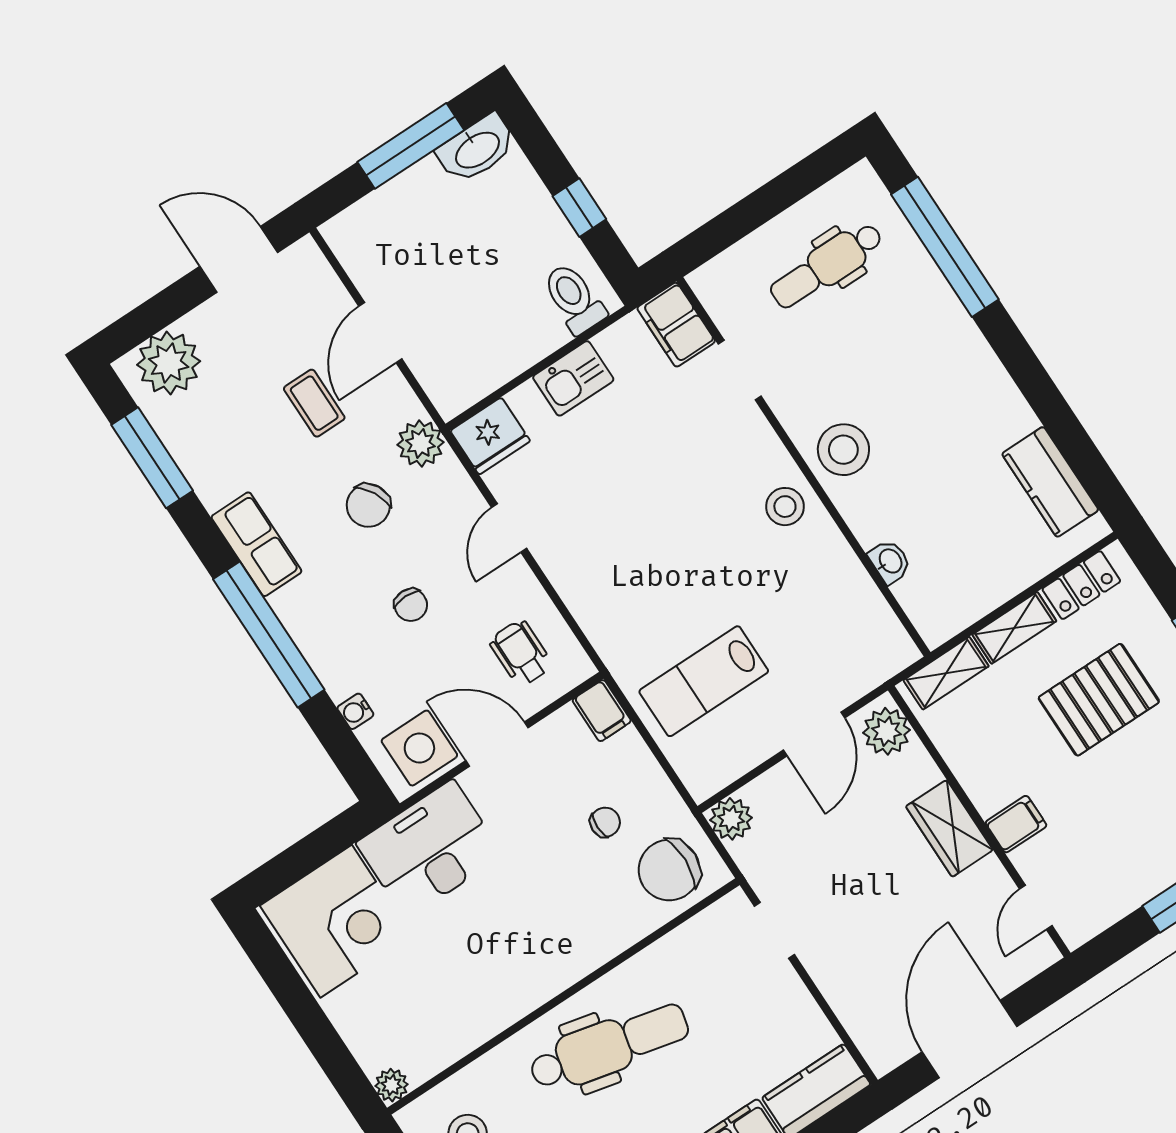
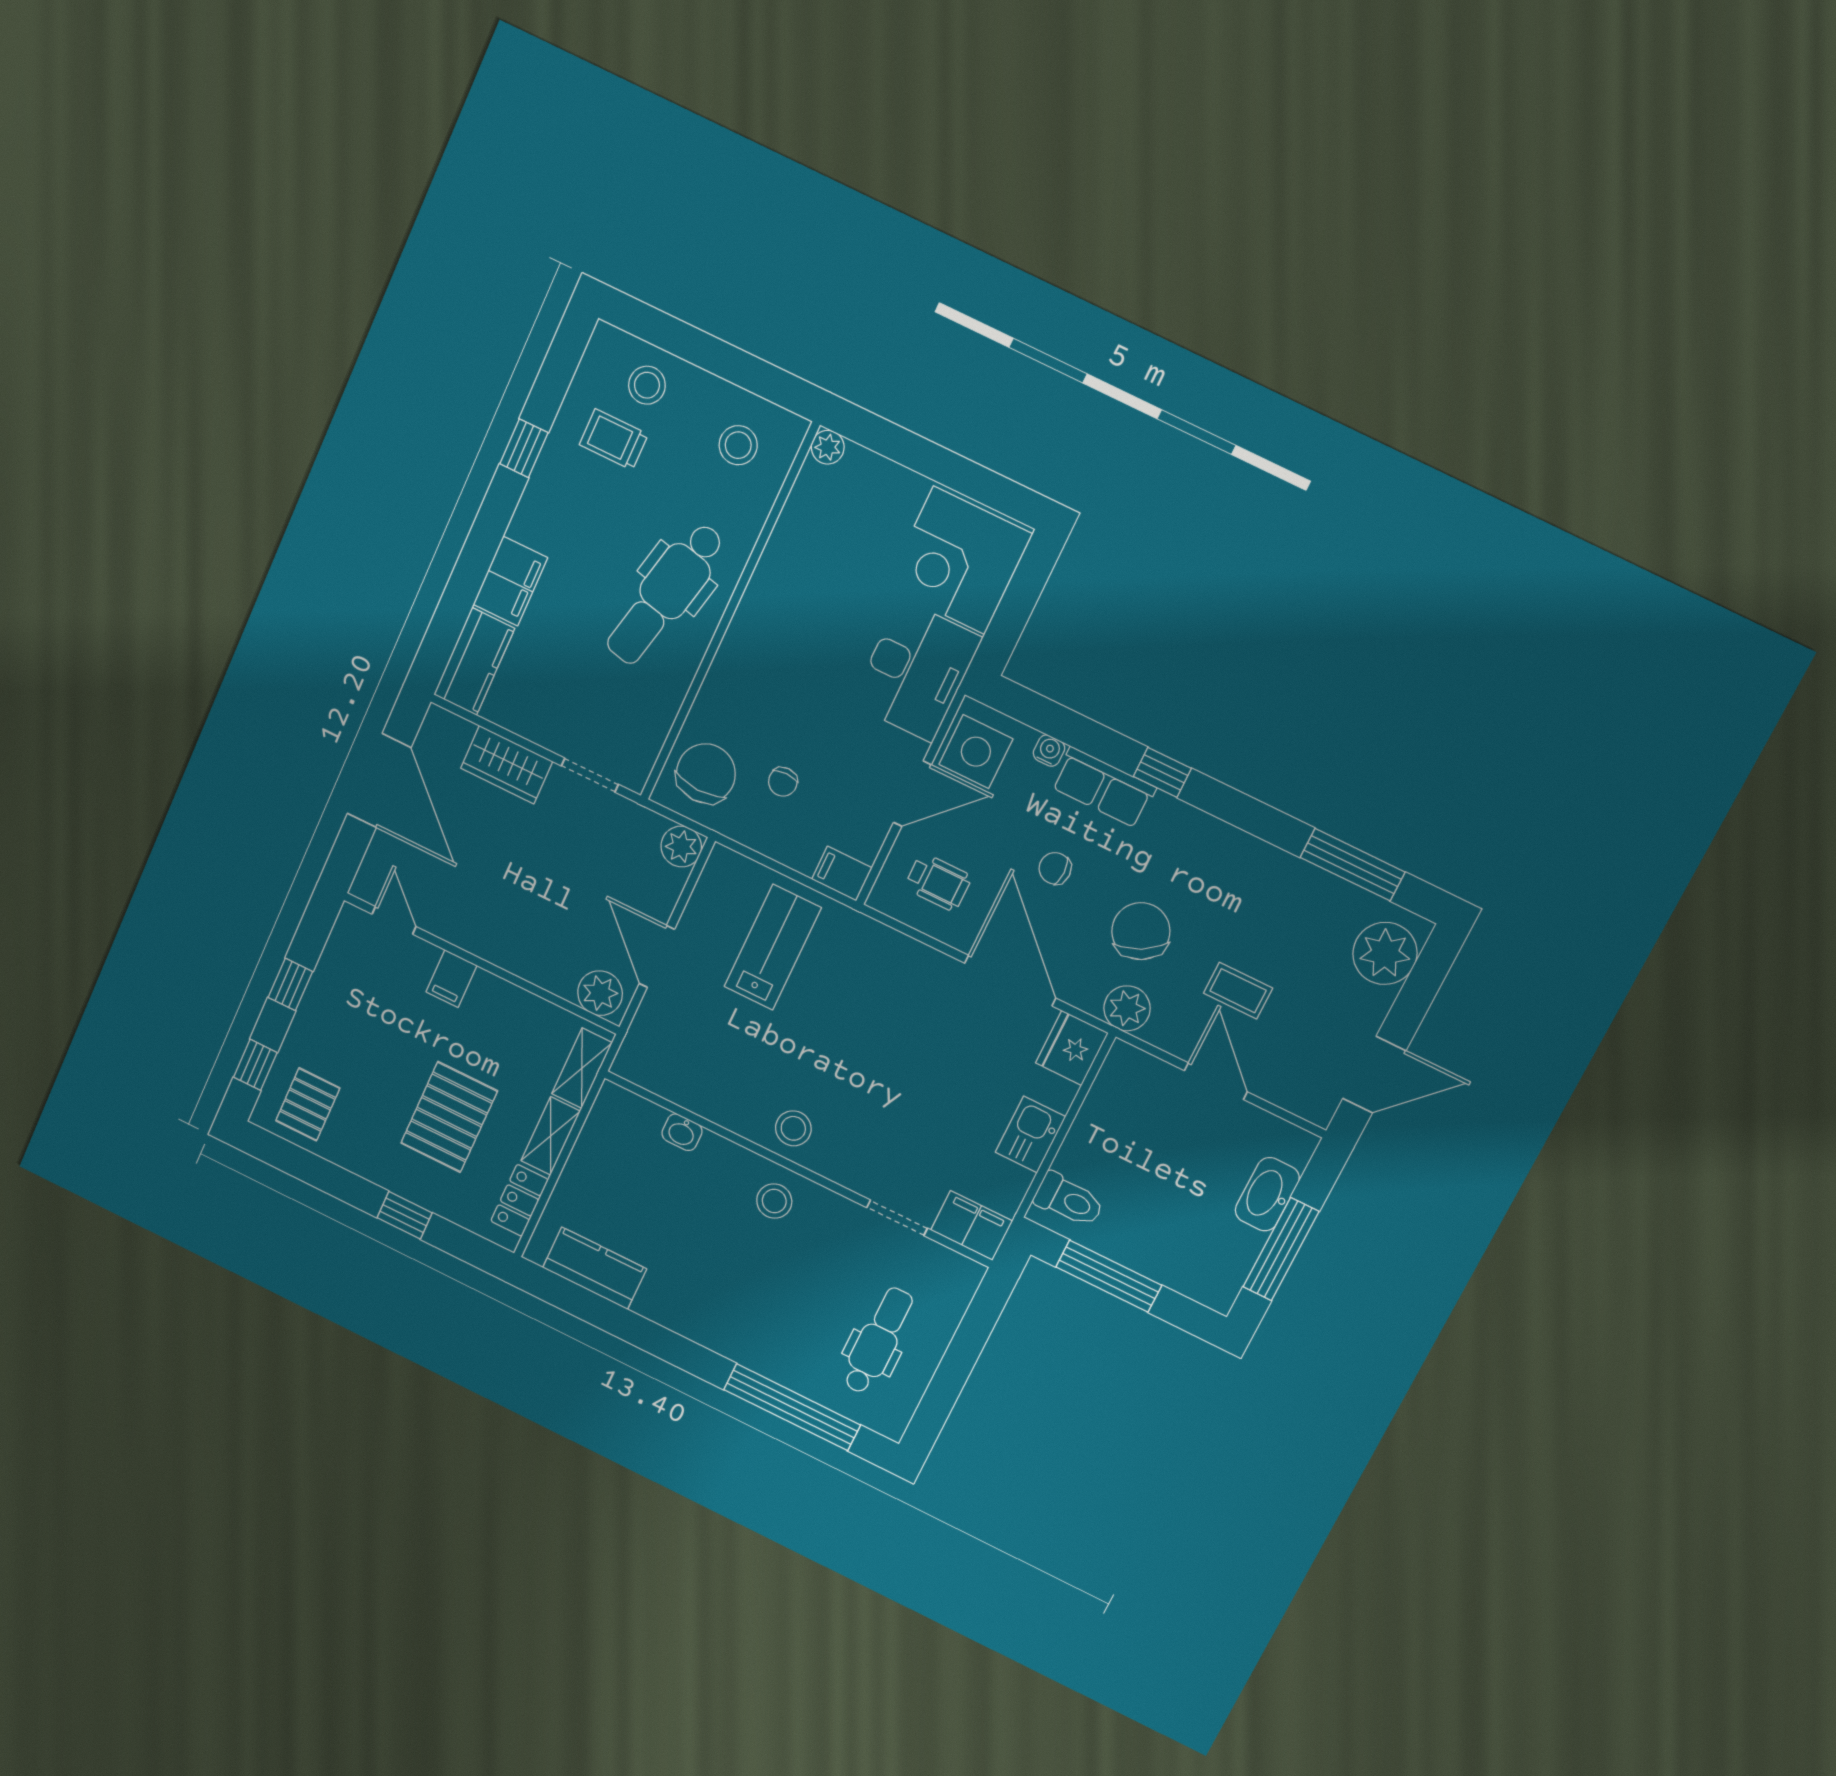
washbasin: (477, 149) -> (1267, 1194), moved
window: (579, 208) -> (1109, 1276), width x2.17
stool: (843, 450) -> (774, 1201), width x0.73, depth x0.73
chair: (368, 505) -> (1141, 931), width x1.37, depth x1.37
door: (509, 528) -> (1010, 981), width x1.88
row of seats: (256, 544) -> (1103, 787), moved
window: (269, 634) -> (1162, 772), width x0.32
wardrobe: (949, 828) -> (507, 765), moved, turned 180

